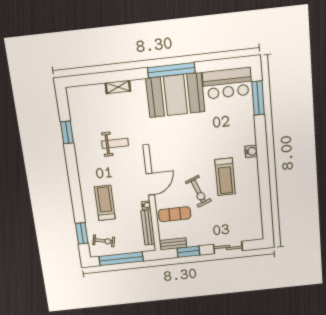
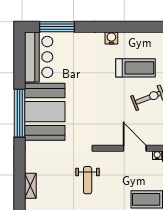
shelving: (118, 87) -> (30, 186), moved
weight bench: (115, 143) -> (88, 180), turned 180

